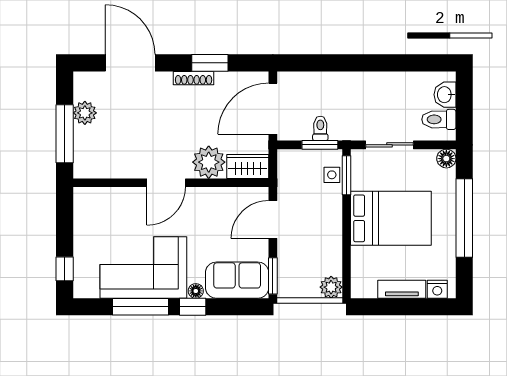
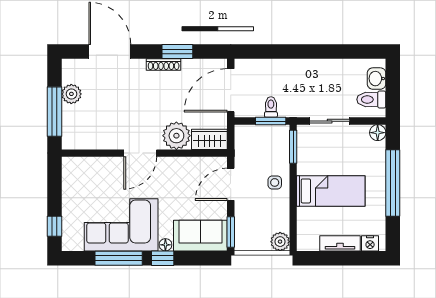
side table: (332, 175) -> (275, 182), moved
bed: (391, 218) -> (331, 191), width x0.67

